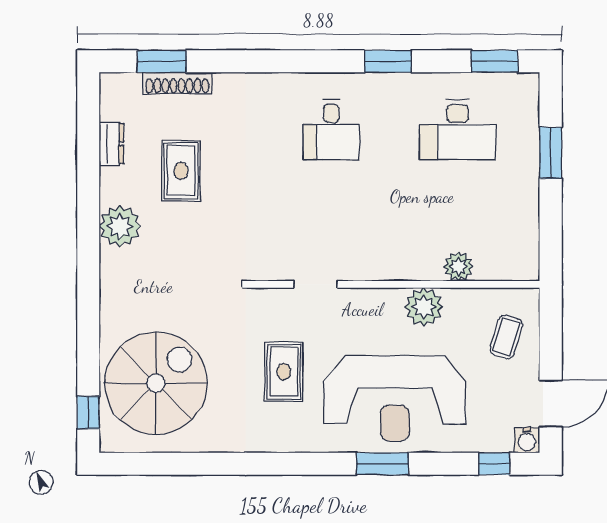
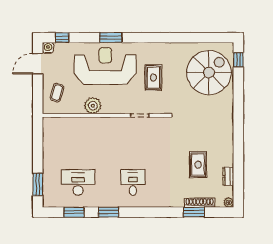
window: (162, 61) -> (194, 212), moved
window: (495, 61) -> (74, 212), moved
window: (551, 153) -> (38, 184), moved
plant: (120, 226) -> (229, 203), moved, width x0.53, depth x0.53
plant: (458, 266) -> (78, 123), removed
spiral stairs: (156, 383) -> (209, 73), turned 180

